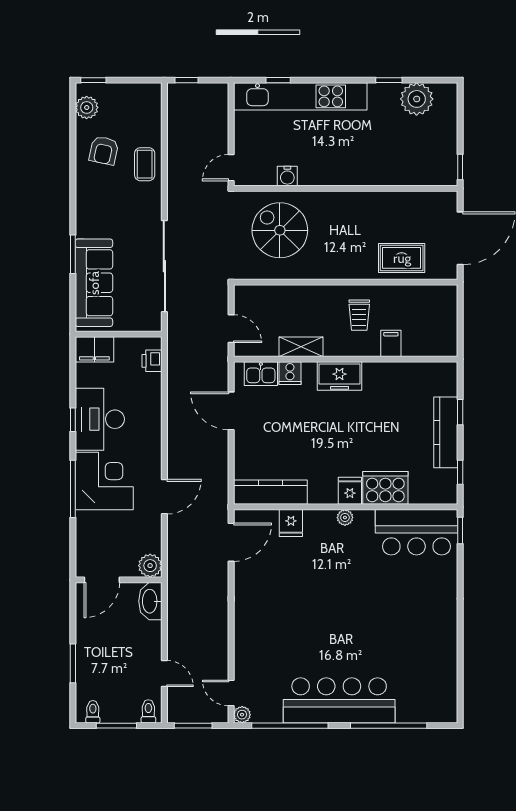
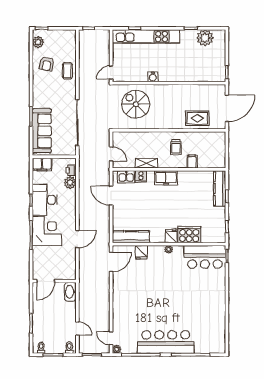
water cooler: (287, 176) -> (153, 77), moved
kitchen counter: (446, 432) -> (220, 189), moved
plant: (150, 566) -> (70, 183), moved

